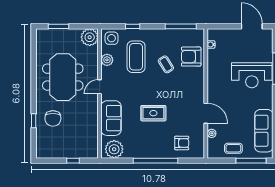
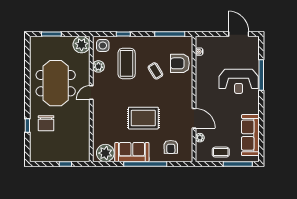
rug: (153, 113) -> (143, 118), width x1.36, depth x1.43
sofa: (111, 118) -> (132, 152), moved, turned -90
armchair: (182, 143) -> (171, 147), turned 89

